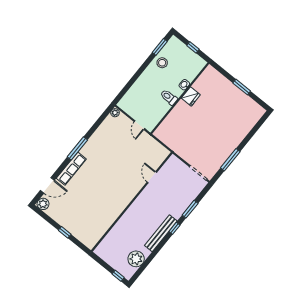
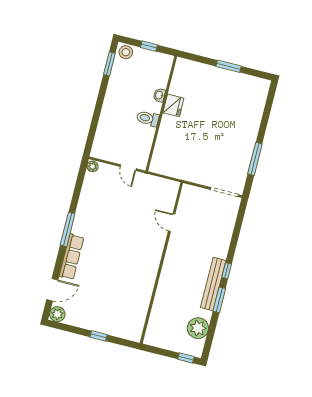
stool: (162, 63) -> (126, 52), moved
window: (190, 209) -> (219, 300), moved

